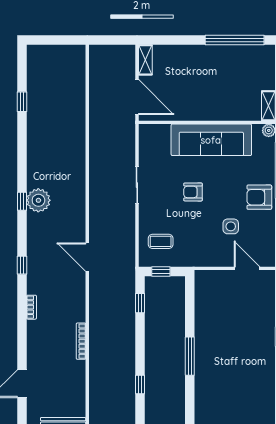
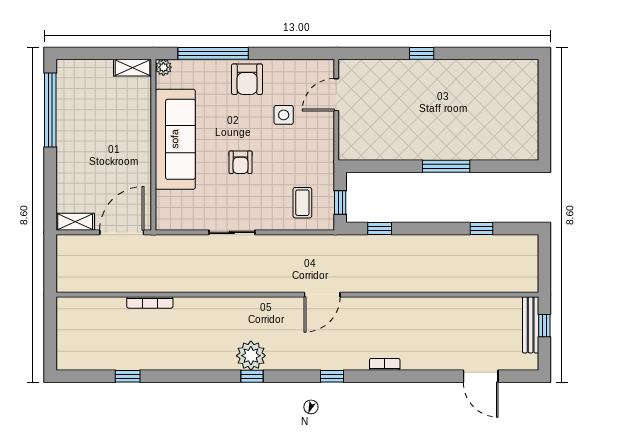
bookcase: (81, 341) -> (150, 302), moved

